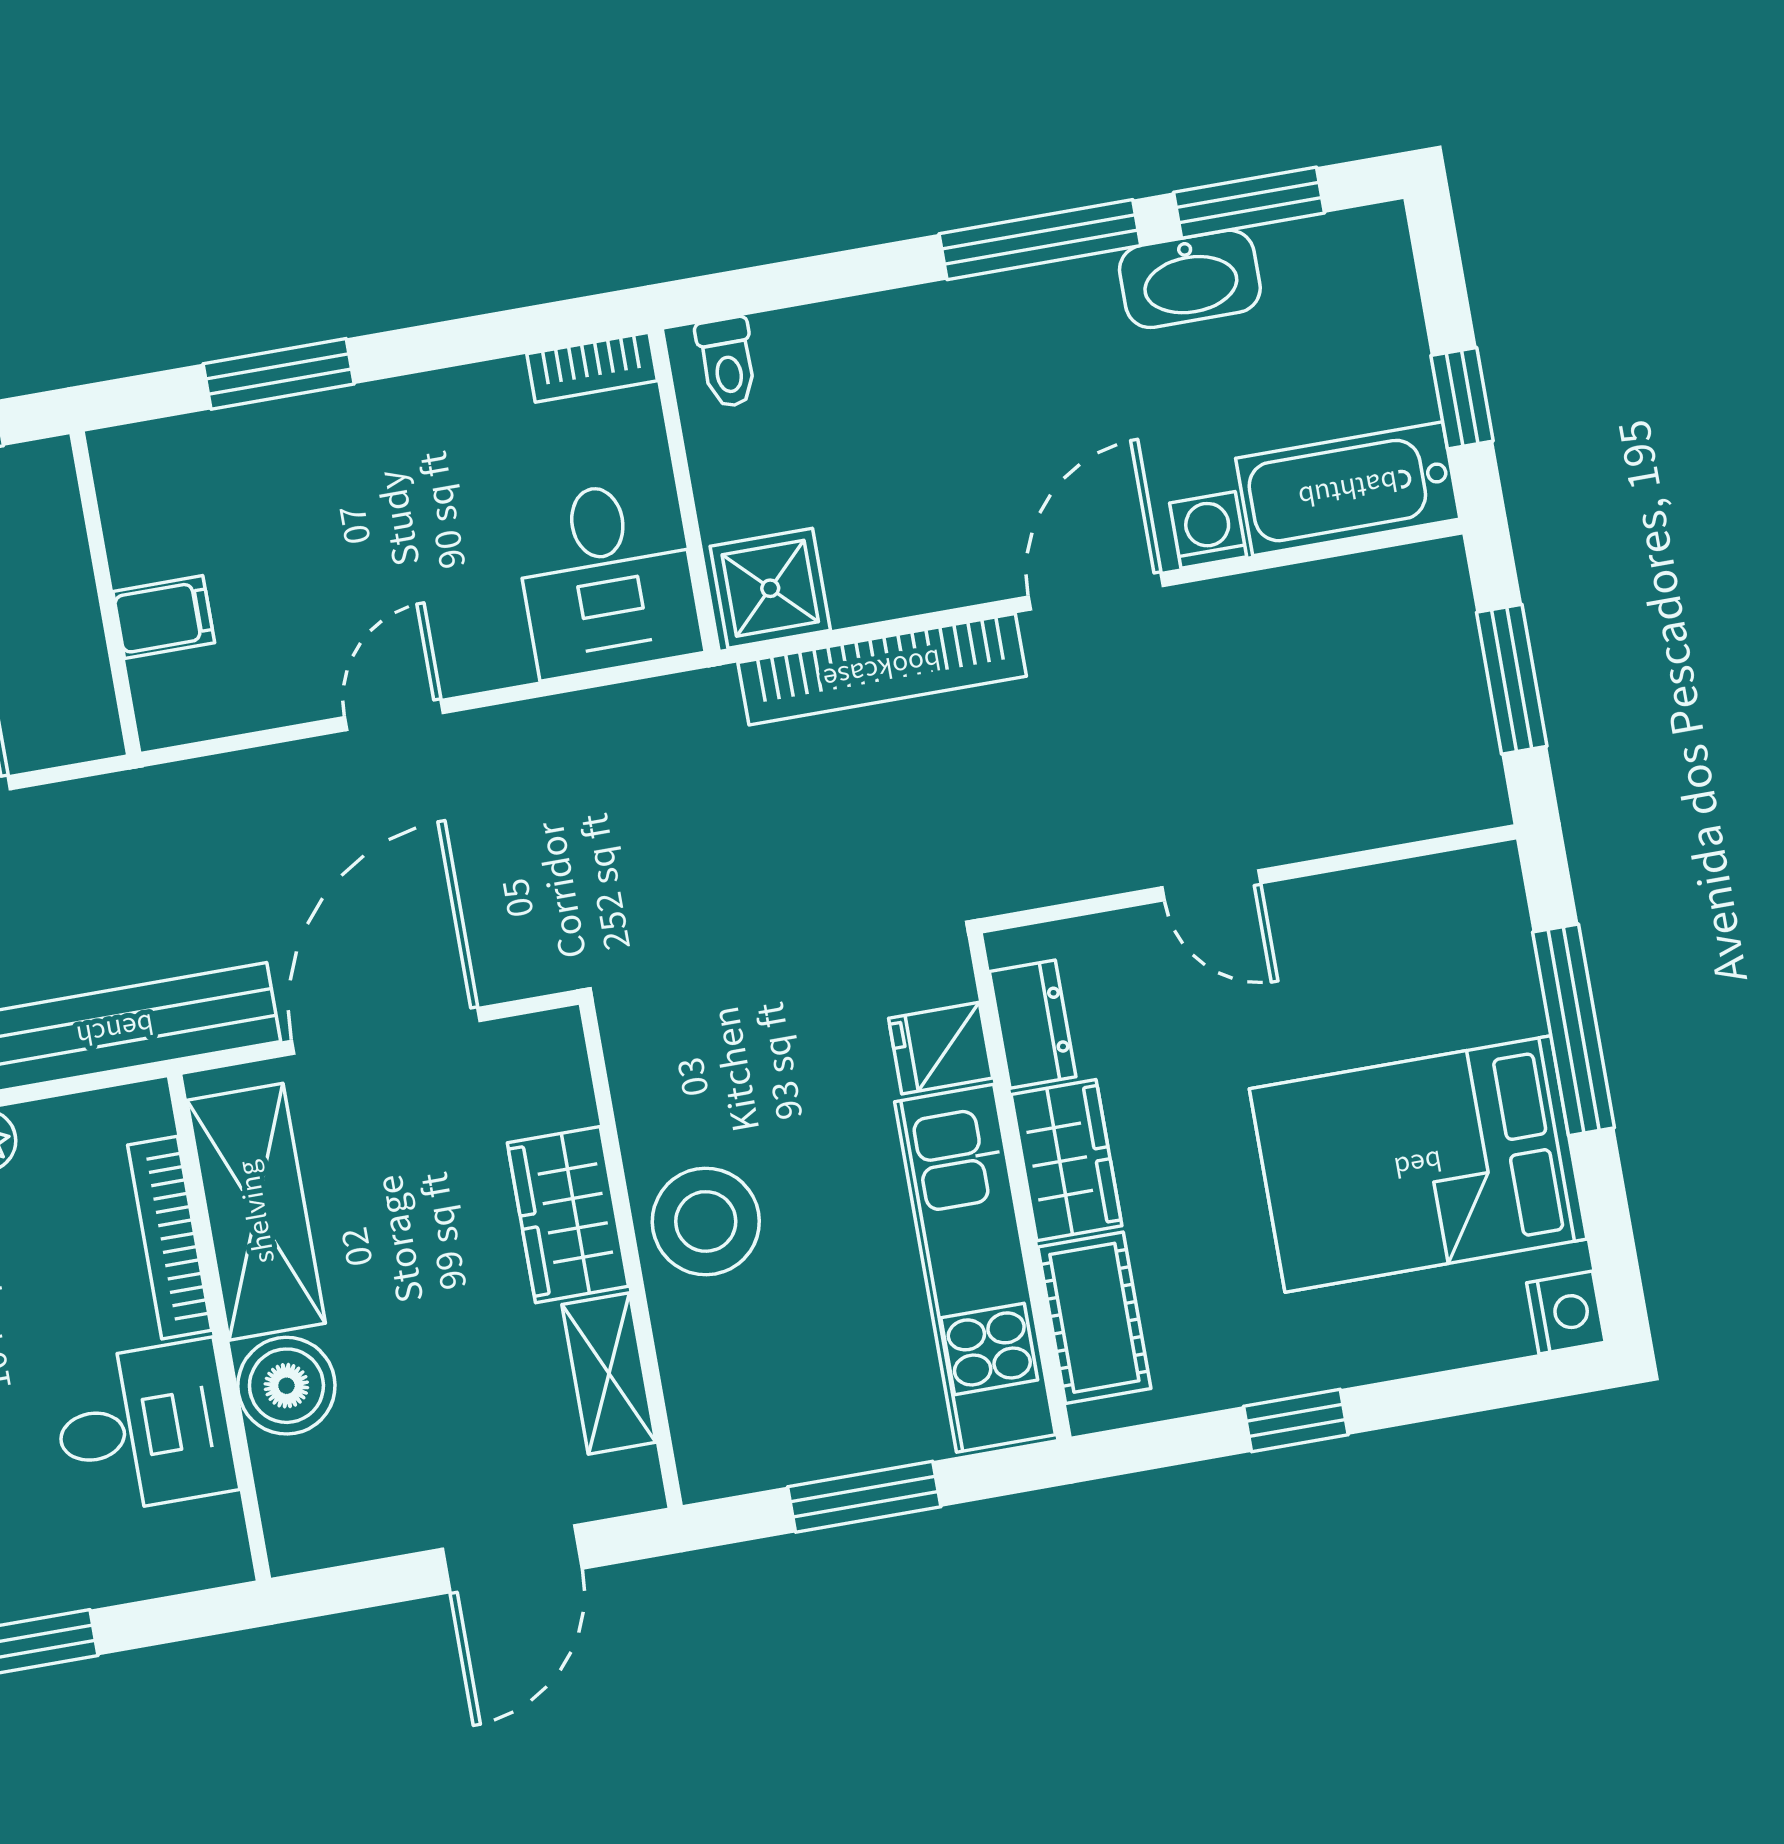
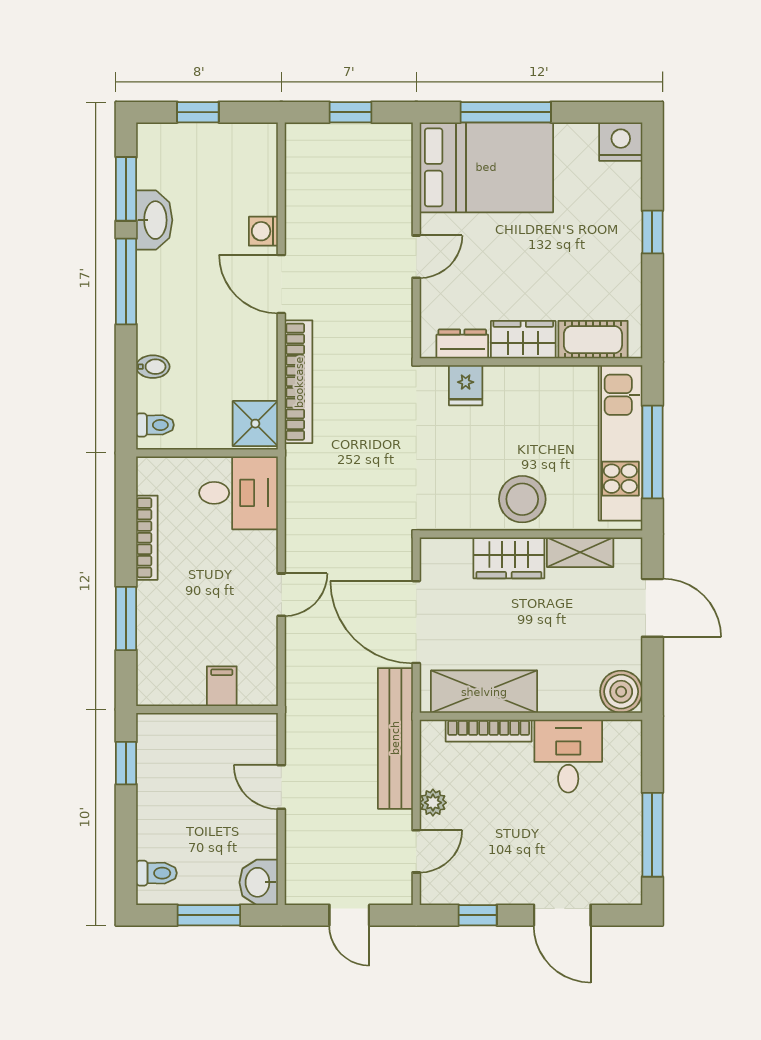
bidet: (858, 334) -> (153, 367), added
bookcase: (592, 367) -> (147, 538), moved, width x1.56
window: (1462, 398) -> (198, 112), moved
bathtub: (1348, 489) -> (256, 168), removed
window: (1512, 679) -> (350, 112), width x0.67
door: (394, 715) -> (281, 595), swing flipped
bed: (1418, 1164) -> (486, 167), moved, turned -90
kitchen unit: (975, 1268) -> (620, 443), moved, turned 90
nightstand: (1566, 1313) -> (621, 142), width x1.36, depth x1.33
boiler: (286, 1386) -> (621, 692), moved
window: (1296, 1421) -> (652, 232), moved
window: (864, 1497) -> (652, 452), width x1.44

